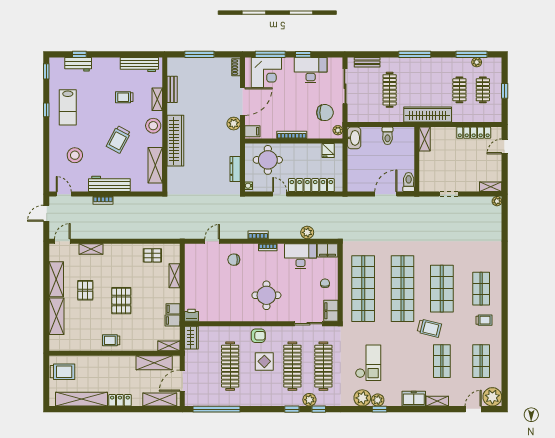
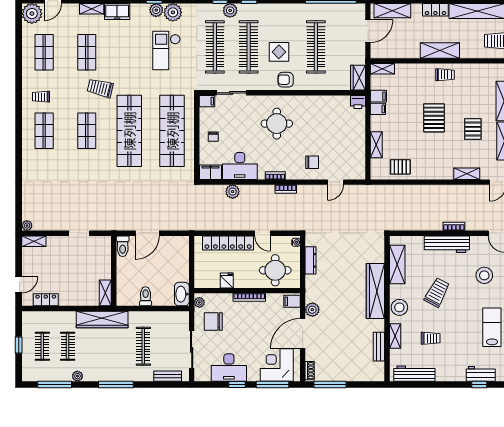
window: (199, 54) -> (330, 385), moved
plant: (477, 62) -> (77, 376), moved
locker: (474, 133) -> (46, 300), width x0.66
fridge: (328, 150) -> (227, 280), moved
shop shelf: (442, 289) -> (87, 131), width x0.70, depth x0.74
filing cabinet: (331, 311) -> (207, 101), width x0.50
shelving: (154, 363) -> (440, 51), moved

